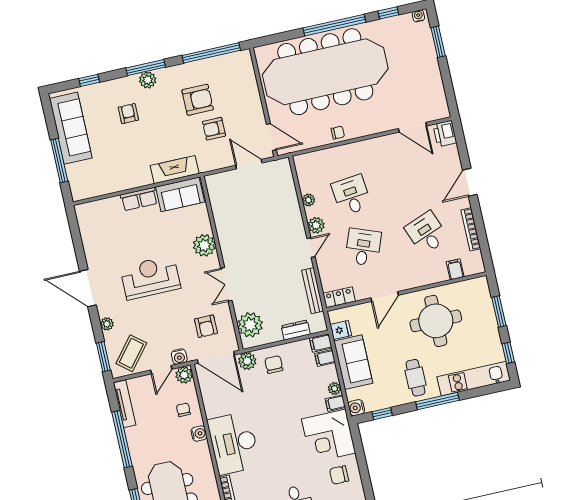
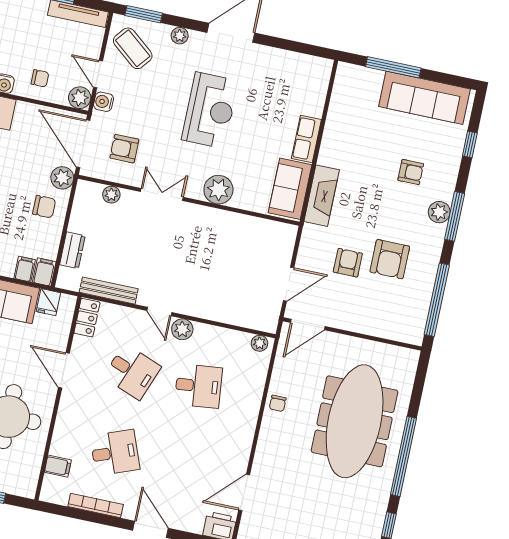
meeting table: (325, 72) -> (355, 421), width x0.73, depth x0.79
plant: (308, 200) -> (260, 343), moved
plant: (250, 325) -> (111, 195), width x0.53, depth x0.53
door: (216, 357) -> (83, 144), hinge flipped

